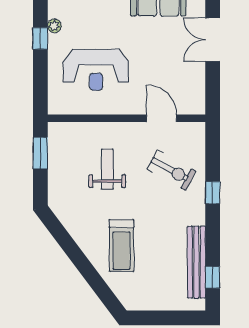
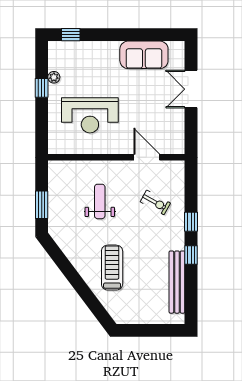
window: (40, 153) -> (42, 205), moved
exercise bike: (171, 170) -> (155, 202), width x0.73, depth x0.72
treadmill: (122, 245) -> (112, 268), turned 180
window: (213, 277) -> (191, 255), moved

